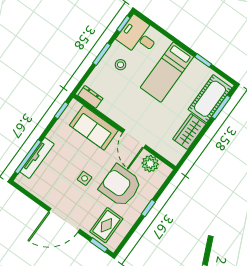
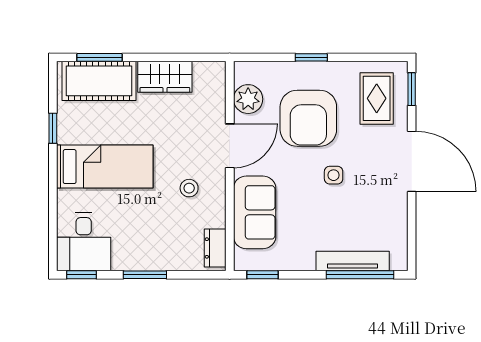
stool: (120, 65) -> (189, 188), moved
rug: (106, 225) -> (377, 98), turned 90

